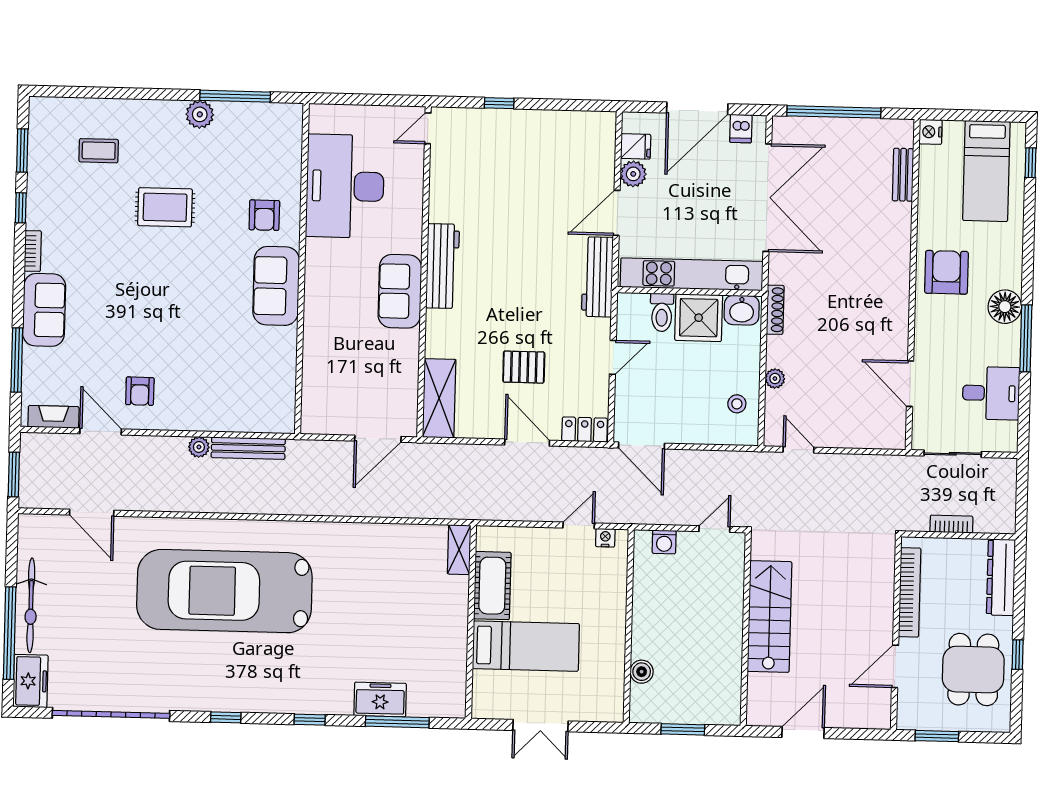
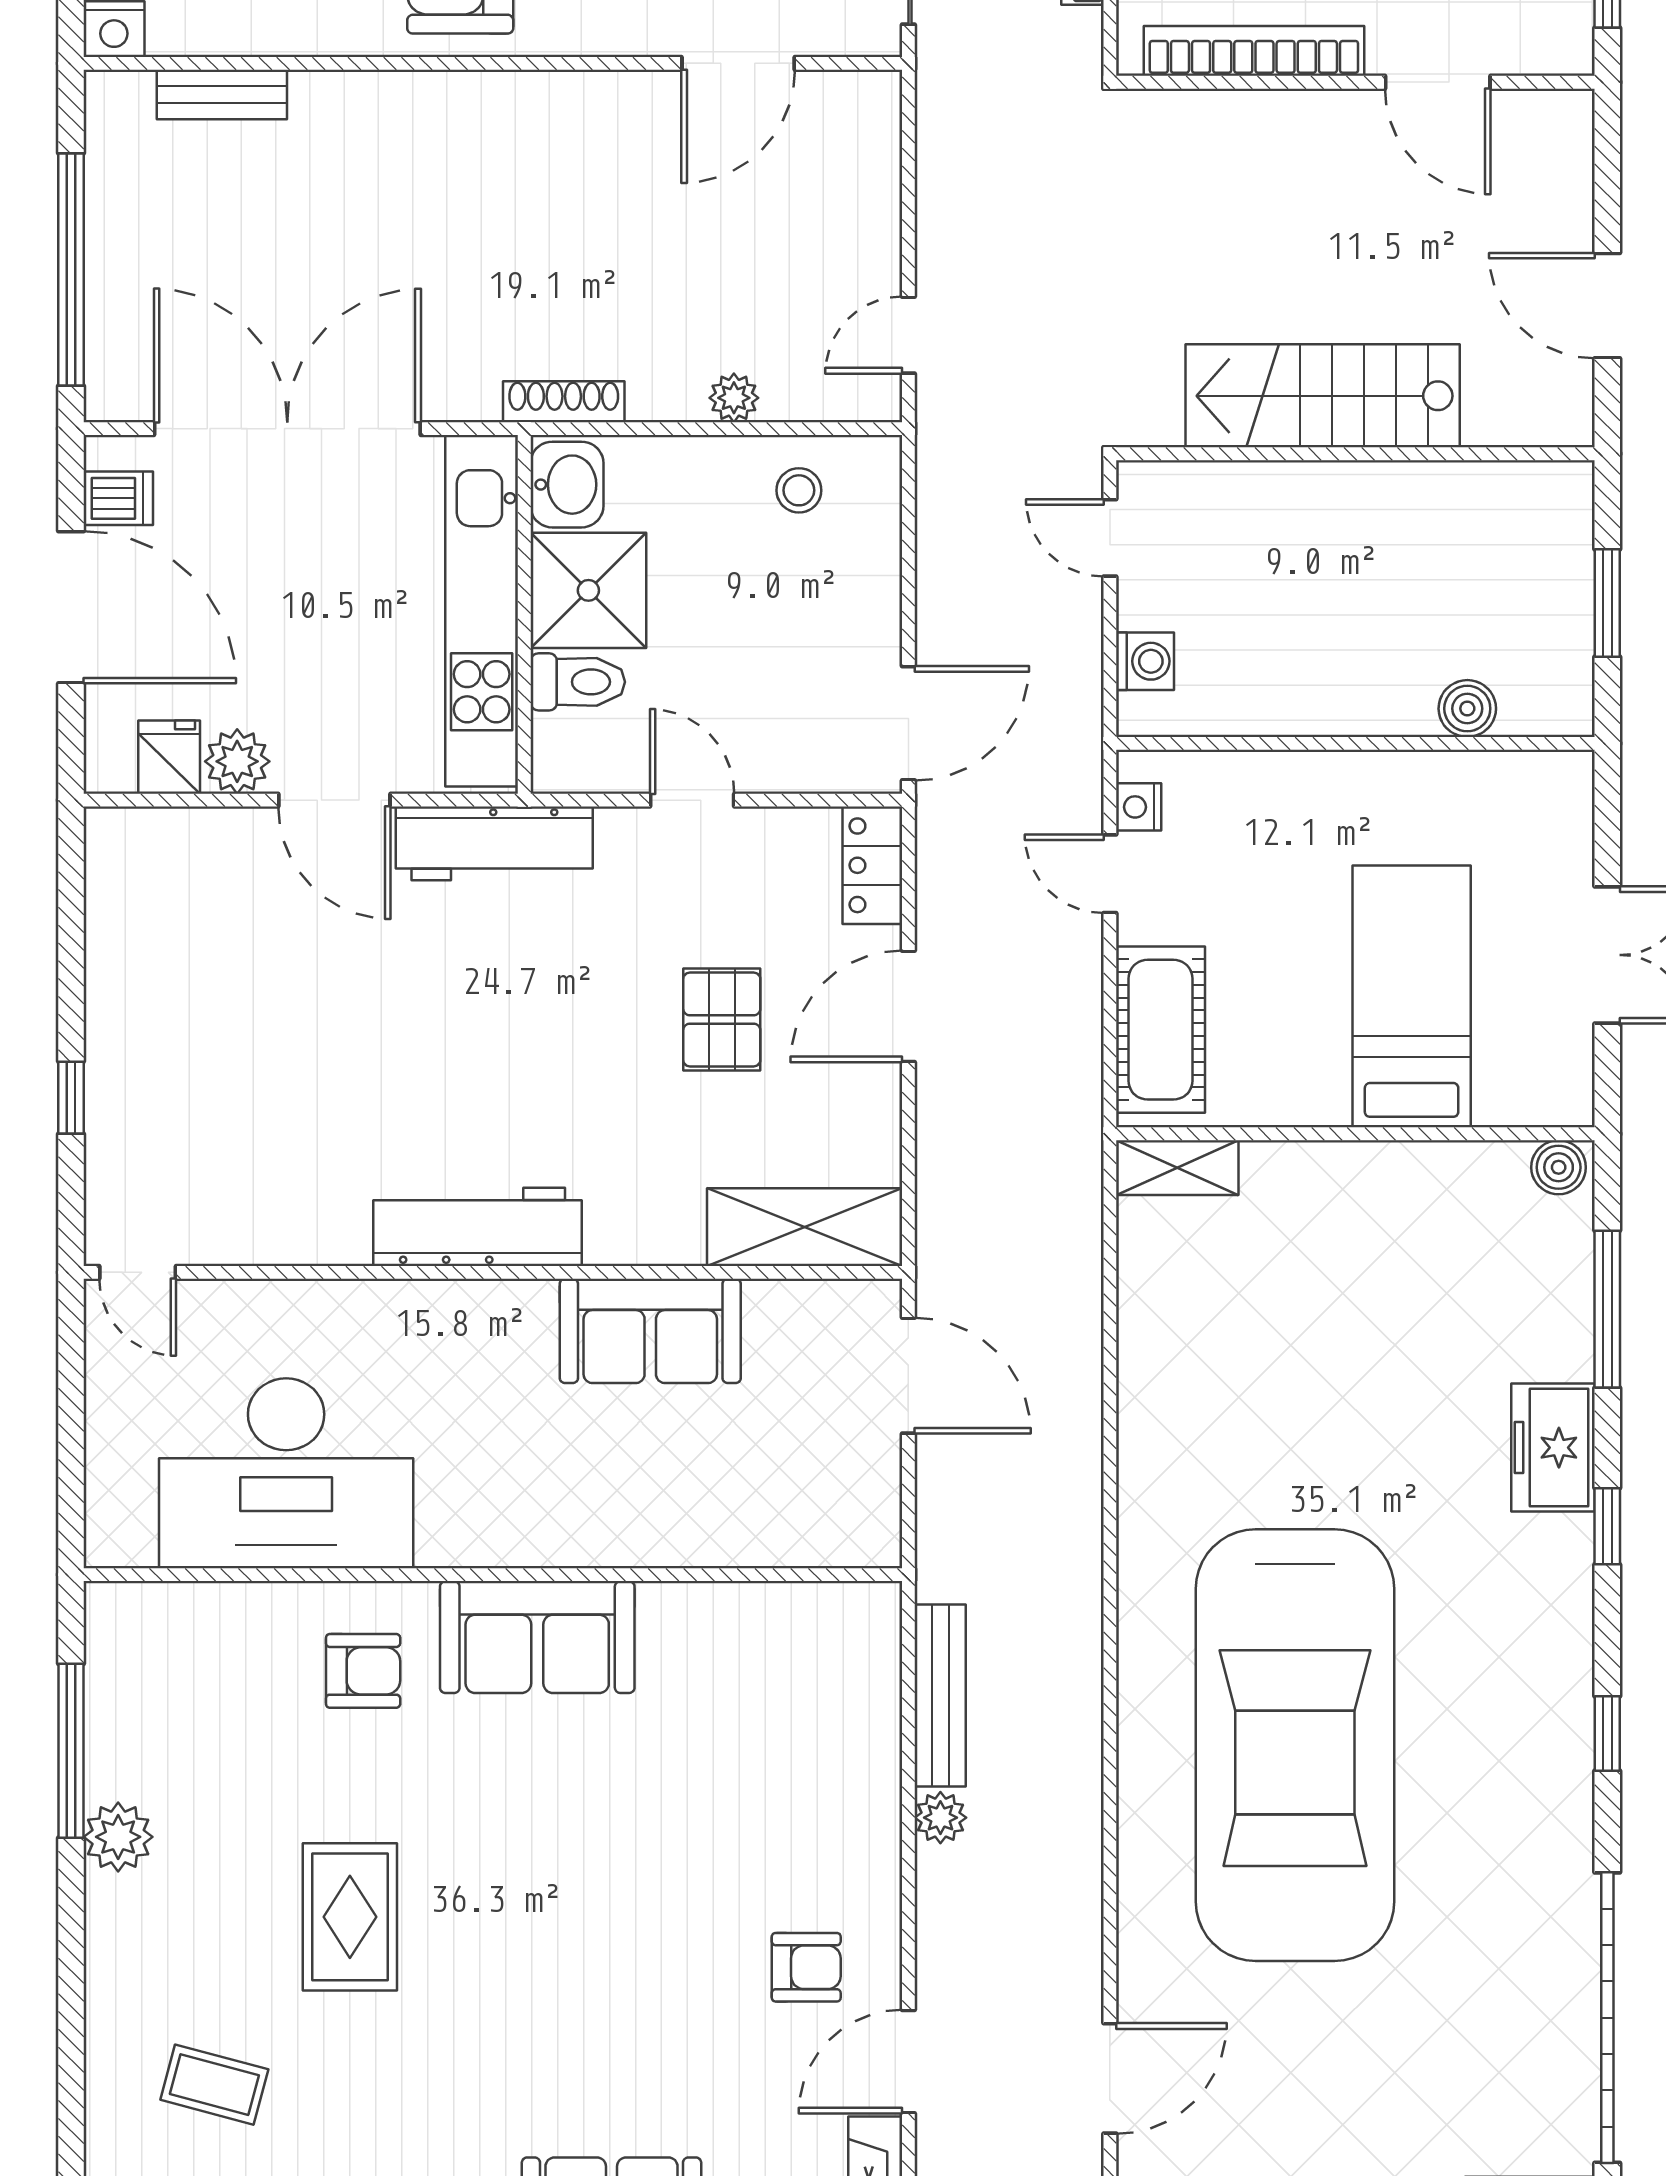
coffee table: (99, 151) -> (214, 2085), turned -75
sofa: (400, 291) -> (650, 1331), moved
cot: (492, 586) -> (1161, 1030), moved, turned 90
freezer: (380, 700) -> (1553, 1448), moved
boiler: (455, 704) -> (1559, 1167), added

